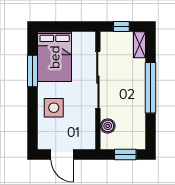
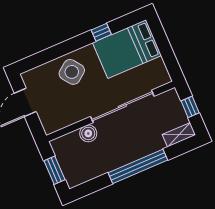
window: (33, 71) -> (101, 32), width x0.46
side table: (54, 108) -> (72, 72), turned -37
boiler: (108, 126) -> (88, 133), moved

